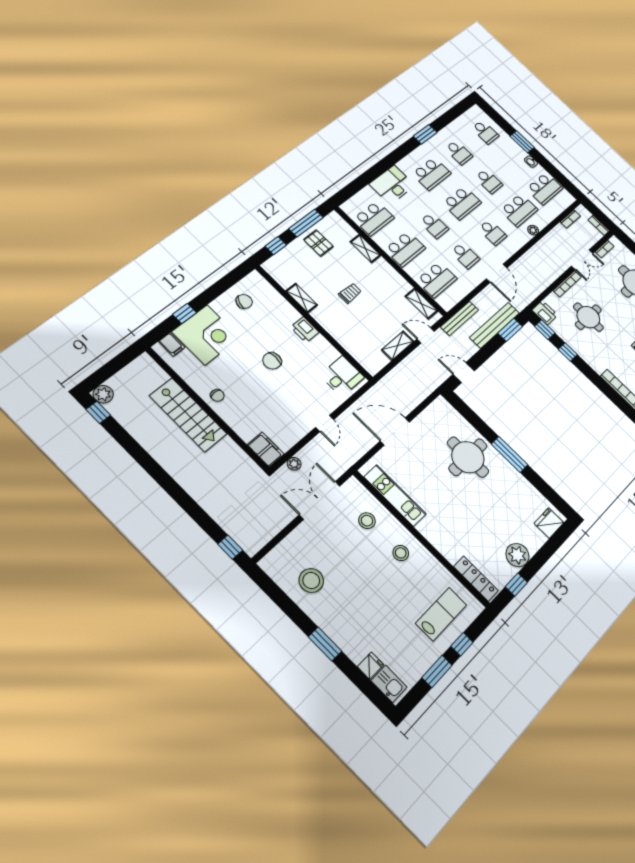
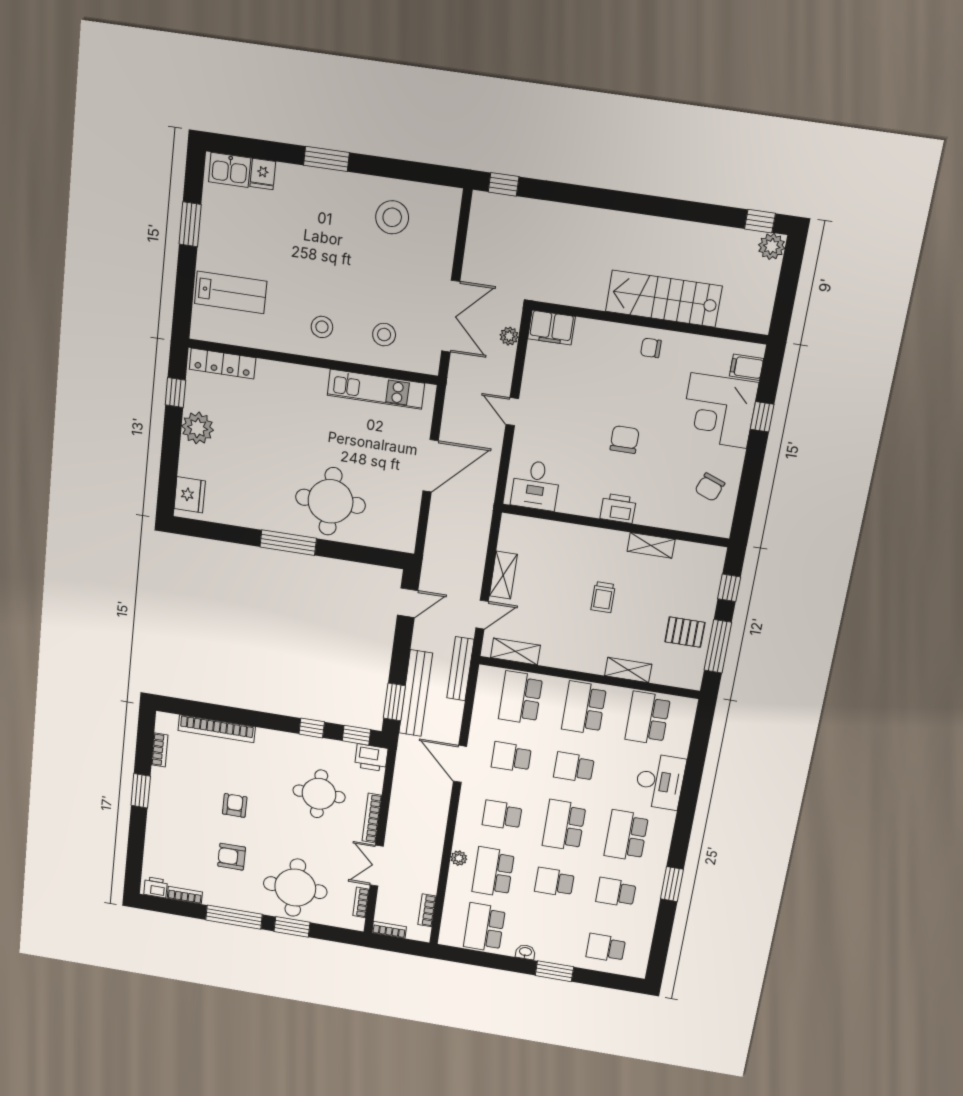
lab bench: (441, 614) -> (231, 292), turned -90
window: (462, 644) -> (186, 276), removed

